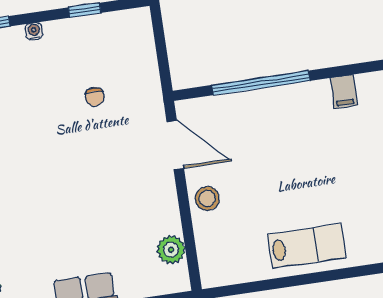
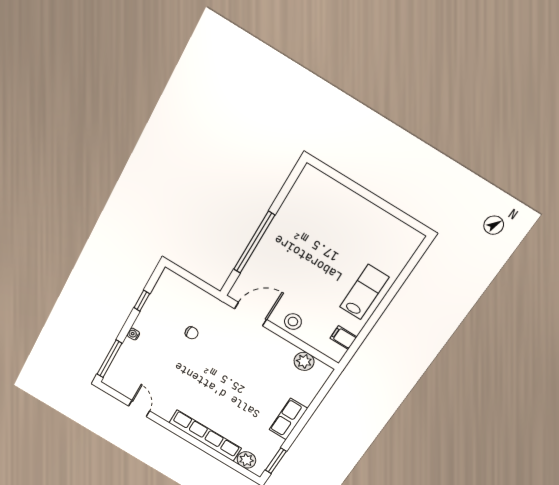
filing cabinet: (344, 92) -> (343, 338), moved, turned 180

